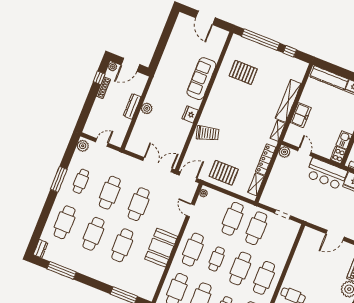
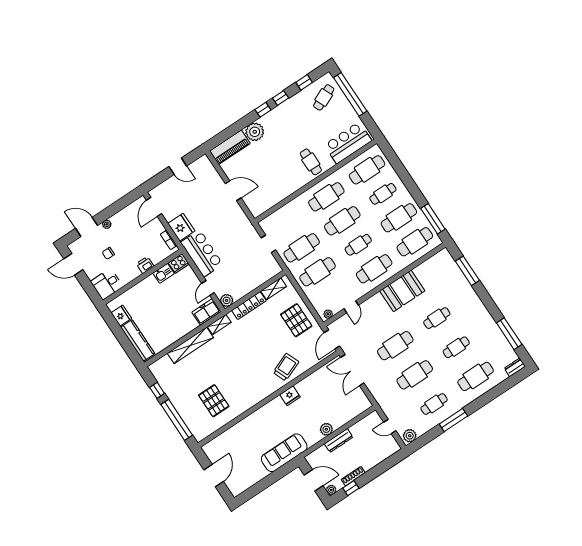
sofa: (201, 79) -> (284, 453), moved, turned 180
freezer: (301, 115) -> (206, 312), moved
trolley: (208, 133) -> (286, 367), turned 83
door: (188, 177) -> (332, 339), hinge flipped
cafe table: (93, 234) -> (456, 347), width x0.73, depth x0.74
cafe table: (122, 245) -> (437, 318), width x0.73, depth x0.74

